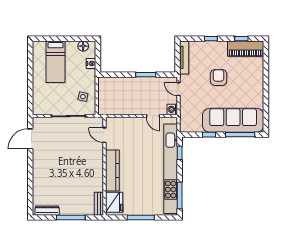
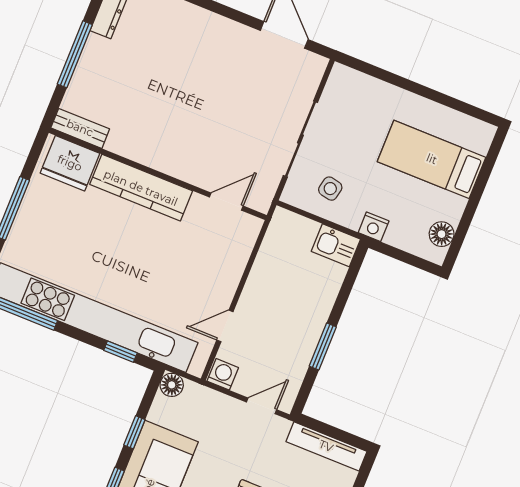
nightstand: (91, 64) -> (374, 227), moved
kitchen sink: (104, 85) -> (336, 245), added
floor lamp: (185, 128) -> (172, 385), added

